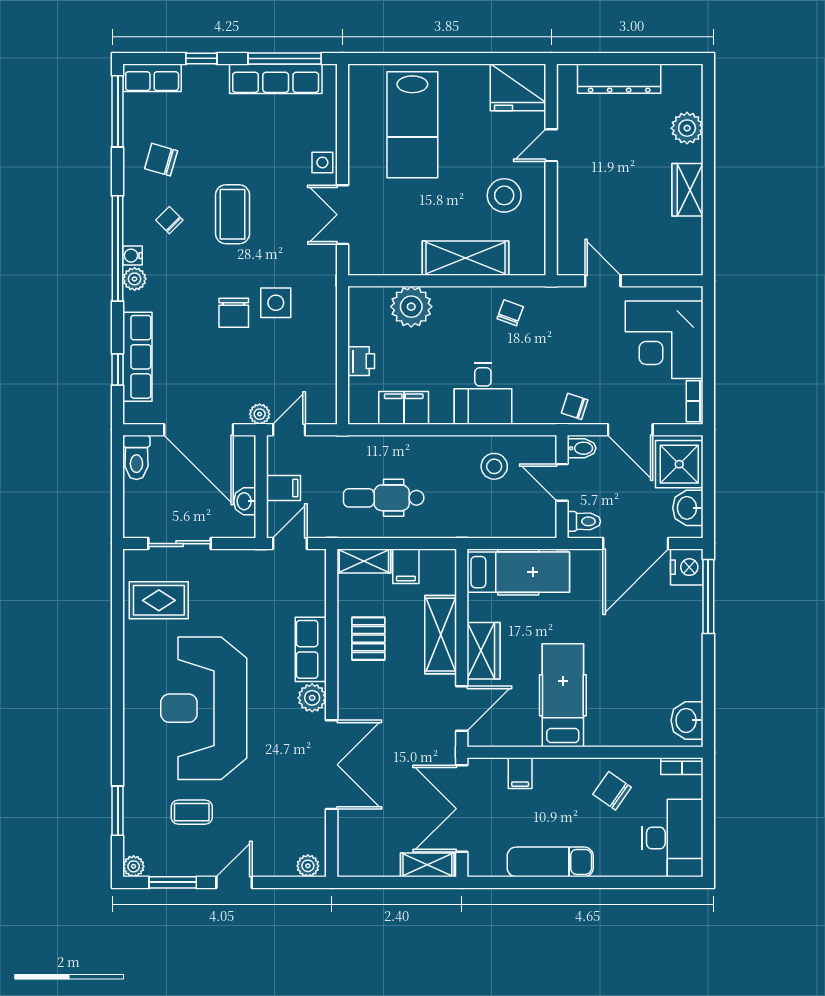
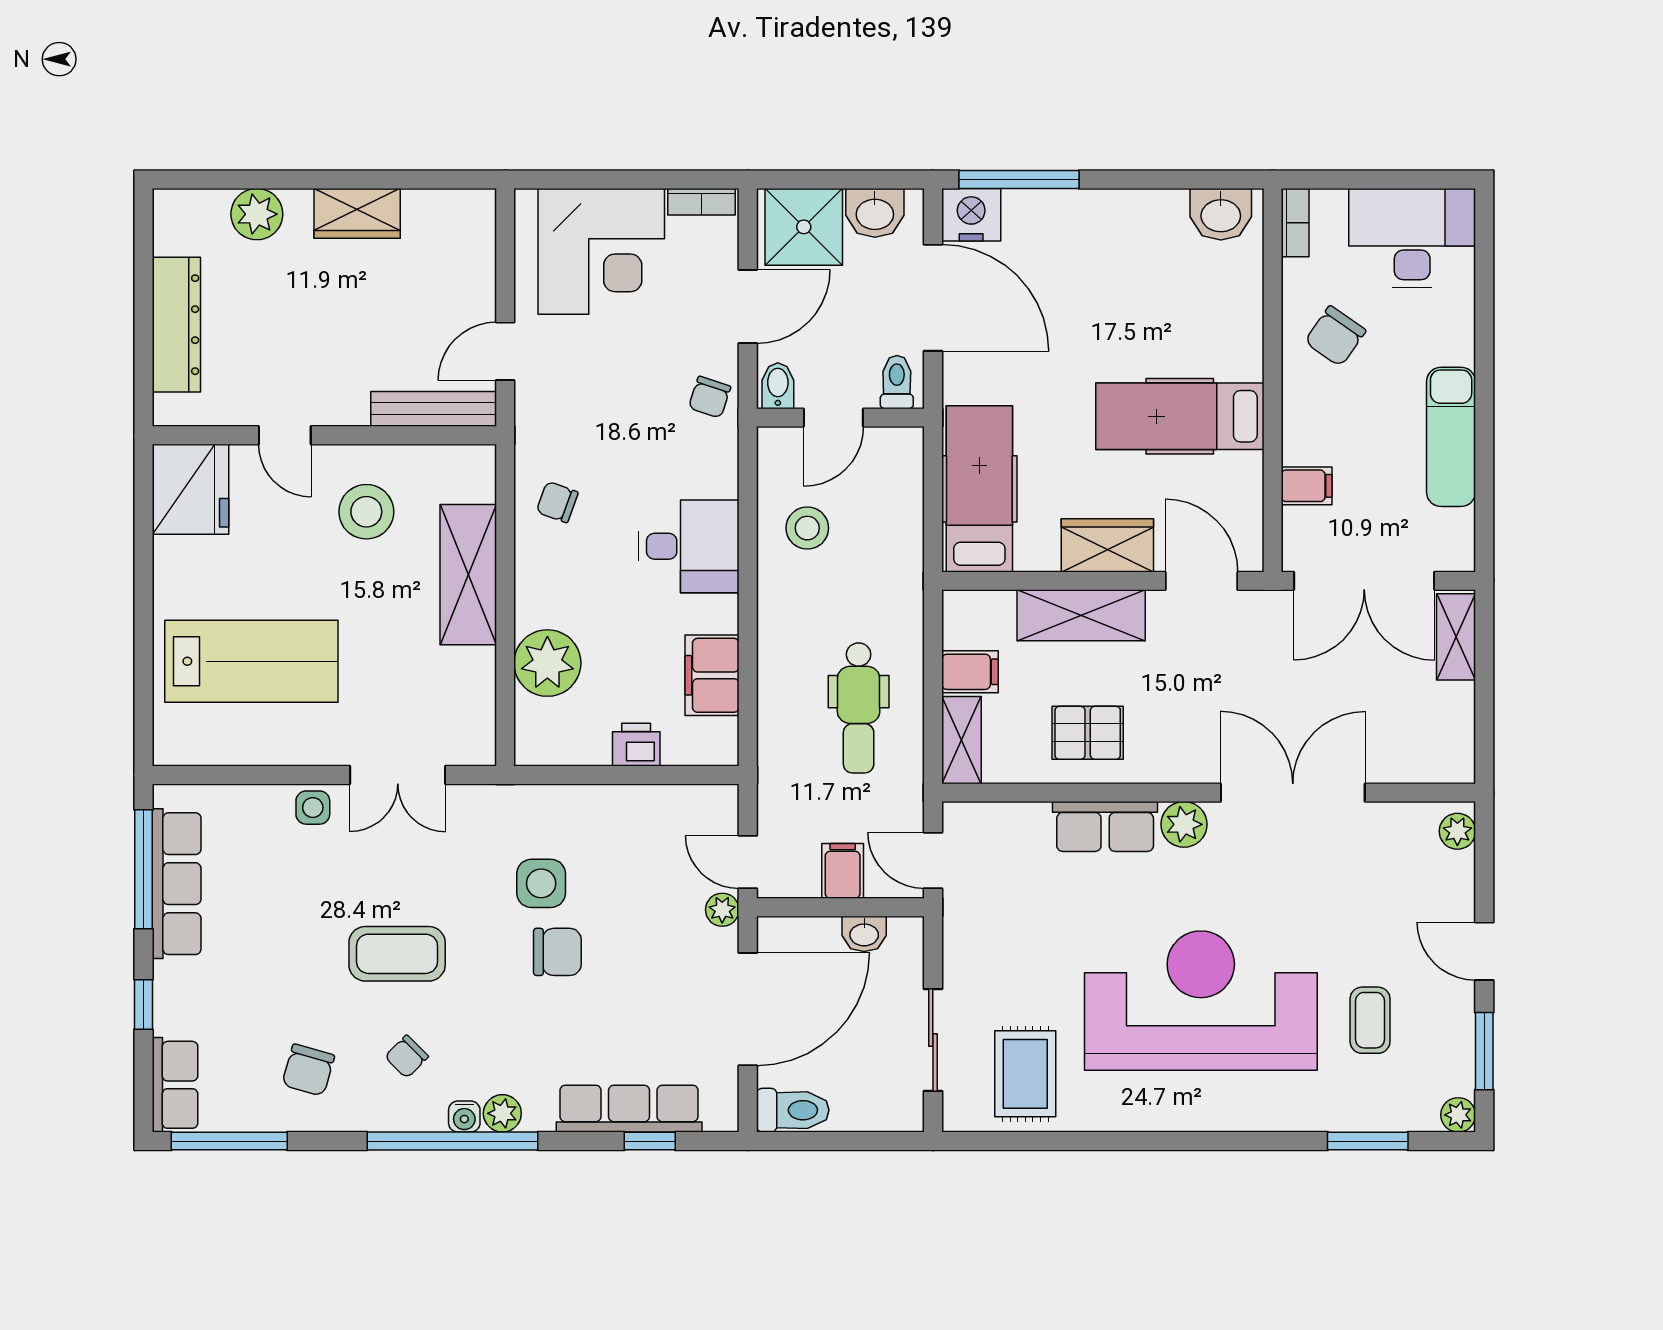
bench: (567, 237) -> (434, 409), added
reception desk: (204, 708) -> (1201, 1001), turned 180

